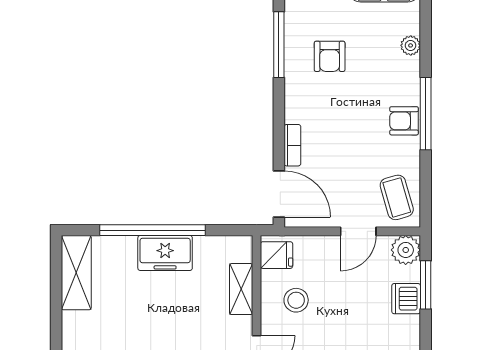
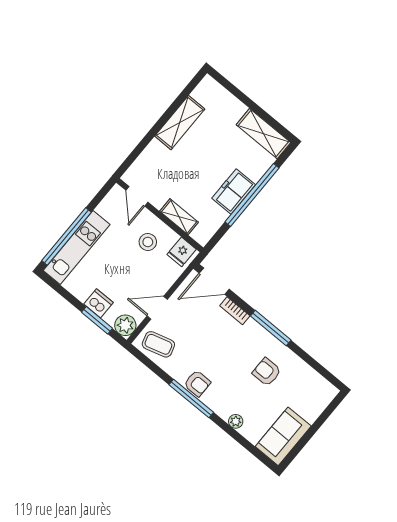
window: (279, 45) -> (271, 328), moved
armchair: (404, 121) -> (197, 383), turned 90
door: (358, 231) -> (157, 308), hinge flipped

